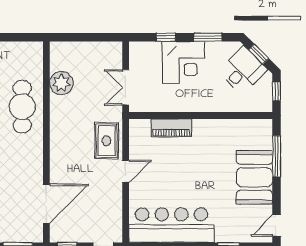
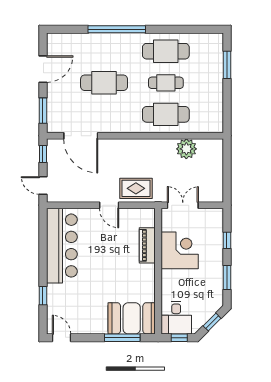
corner desk: (183, 62) -> (180, 250), moved, turned 180
desk: (243, 70) -> (176, 318), moved, turned 45
booth: (254, 177) -> (132, 318), moved

